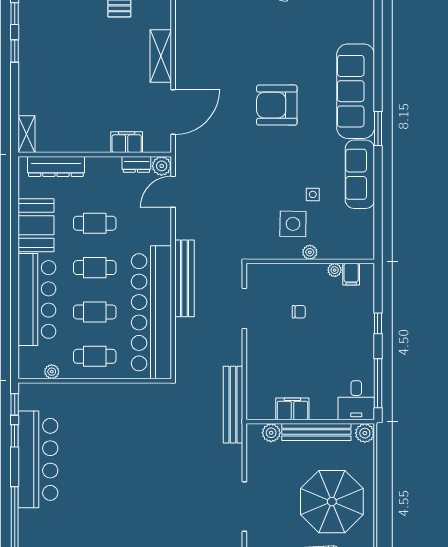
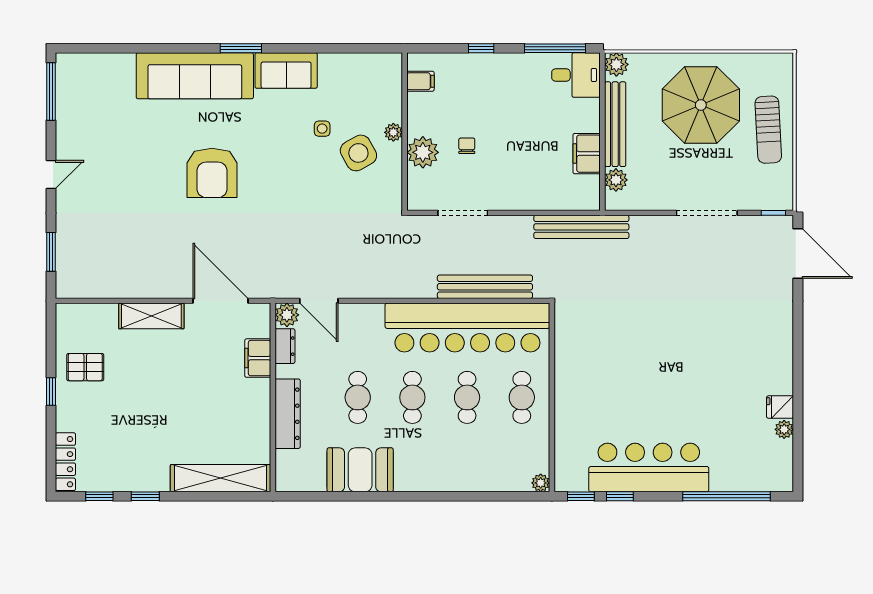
shelving: (26, 134) -> (221, 478), width x2.20, depth x1.33
dresser: (56, 166) -> (288, 414), moved
sofa: (360, 174) -> (286, 71), width x0.73
side table: (293, 224) -> (358, 153), turned -30
plant: (335, 270) -> (423, 152), moved, width x1.88, depth x1.88
bench: (184, 278) -> (485, 287), moved
bar counter: (37, 299) -> (452, 469), removed
plant: (52, 372) -> (541, 483), moved

